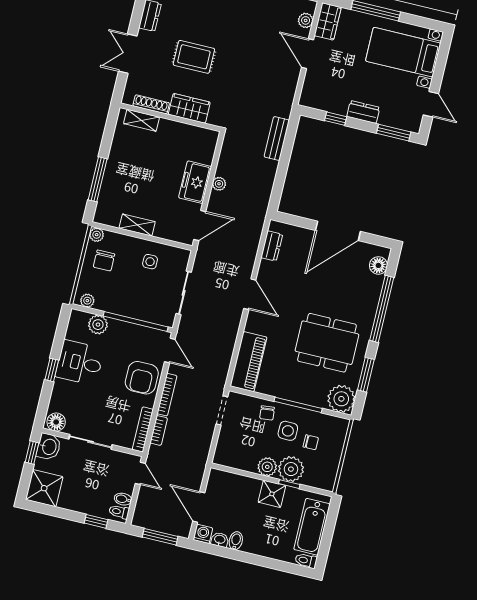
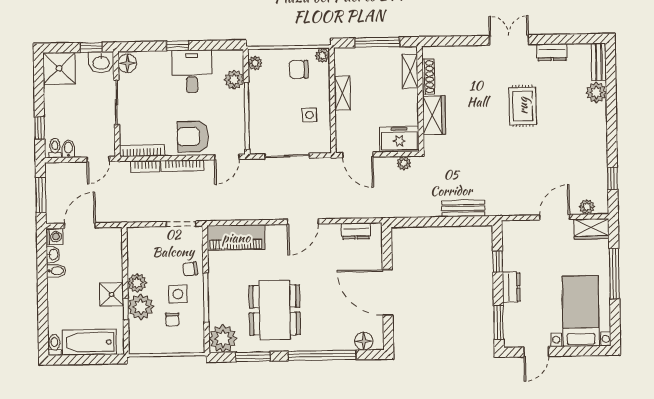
shoe rack: (151, 104) -> (428, 77), moved
wardrobe: (189, 108) -> (434, 115), moved
wall: (170, 117) -> (420, 99), moved
shelving: (141, 120) -> (410, 71), moved

